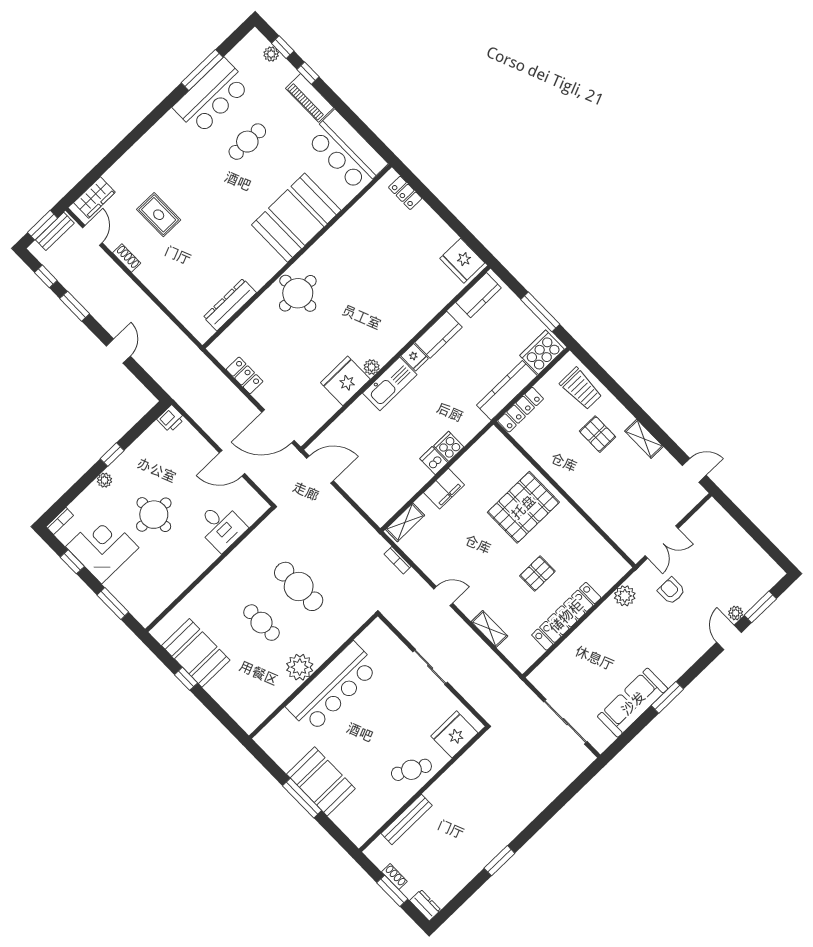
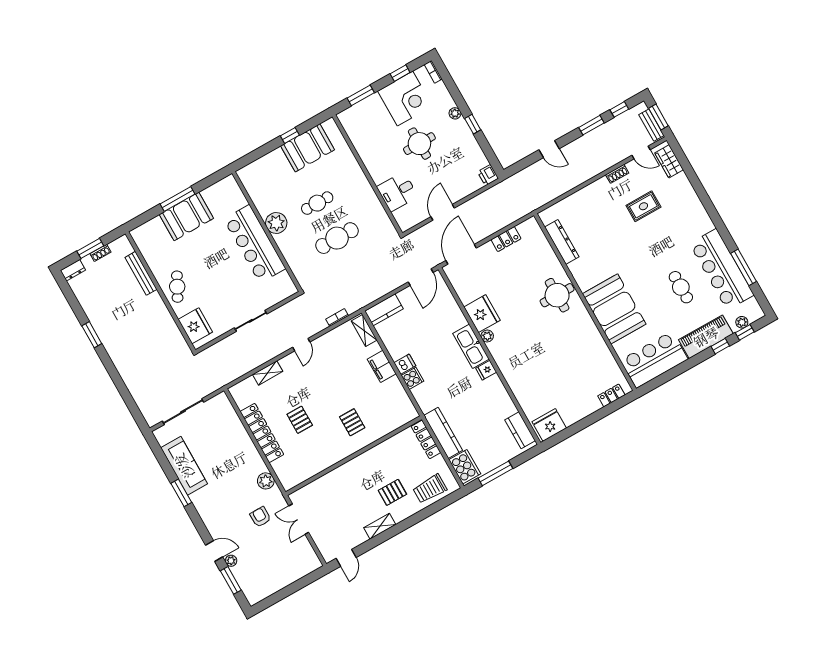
bar counter: (212, 96) -> (722, 269), width x1.36
piano: (310, 98) -> (706, 337), width x1.37, depth x1.33
kitchen counter: (438, 335) -> (384, 310), moved, turned -90
pallet: (523, 507) -> (352, 422), width x0.49, depth x0.50
armchair: (671, 591) -> (260, 517), turned -90

